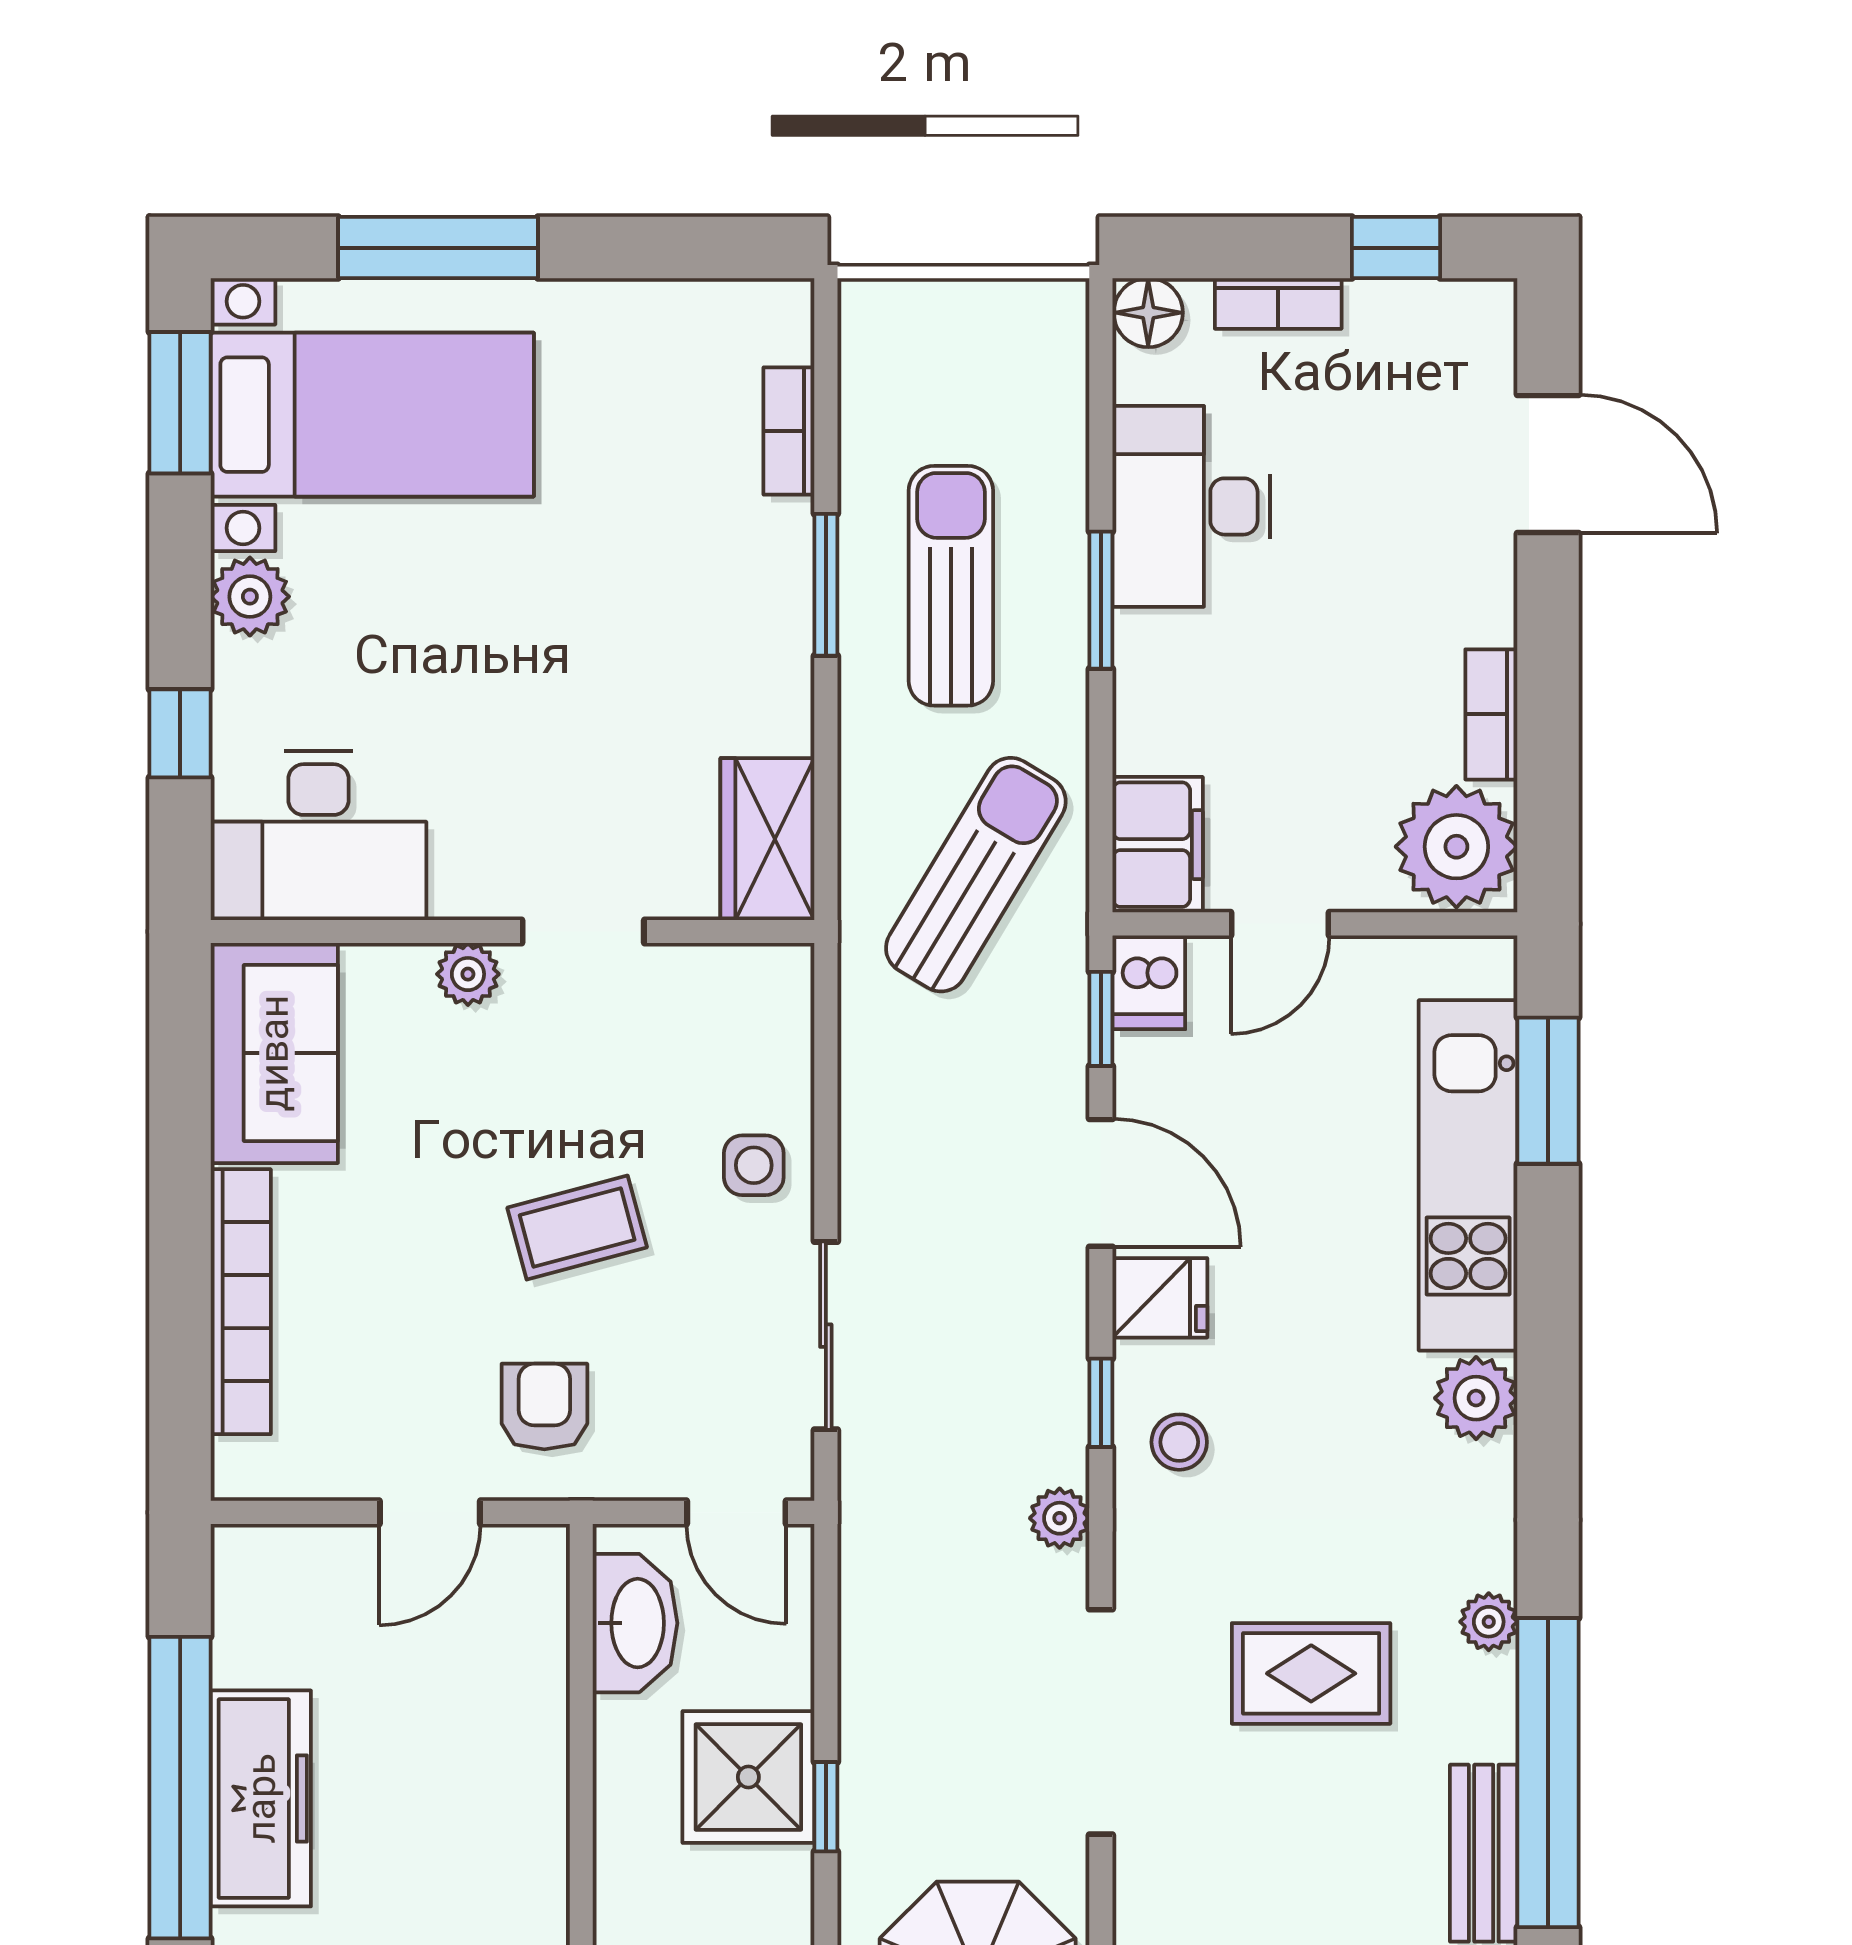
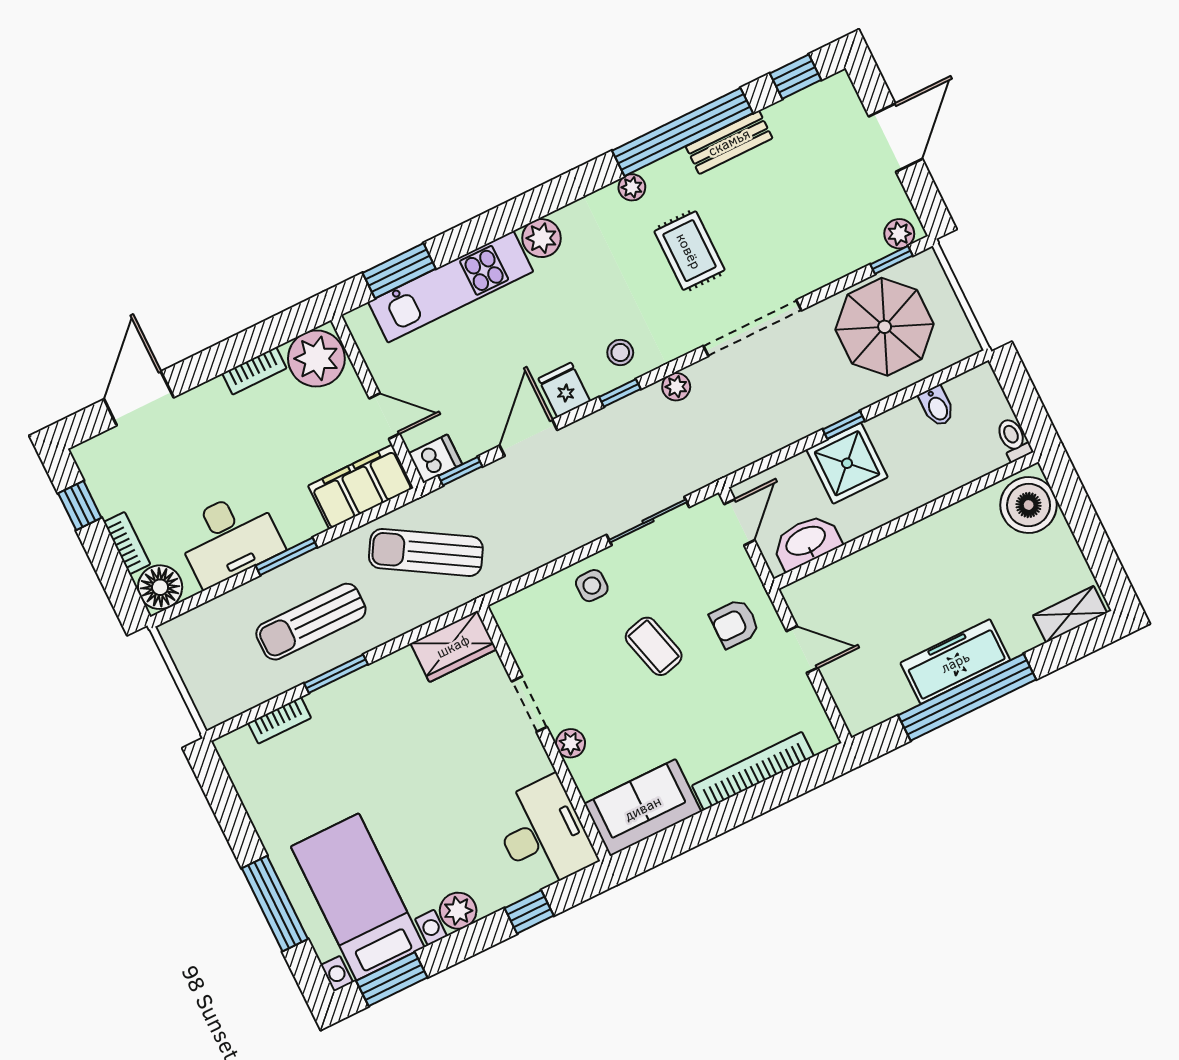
floor lamp: (1148, 313) -> (160, 587), width x1.38, depth x1.38
filing cabinet: (1158, 845) -> (361, 487), width x1.50, depth x1.17

